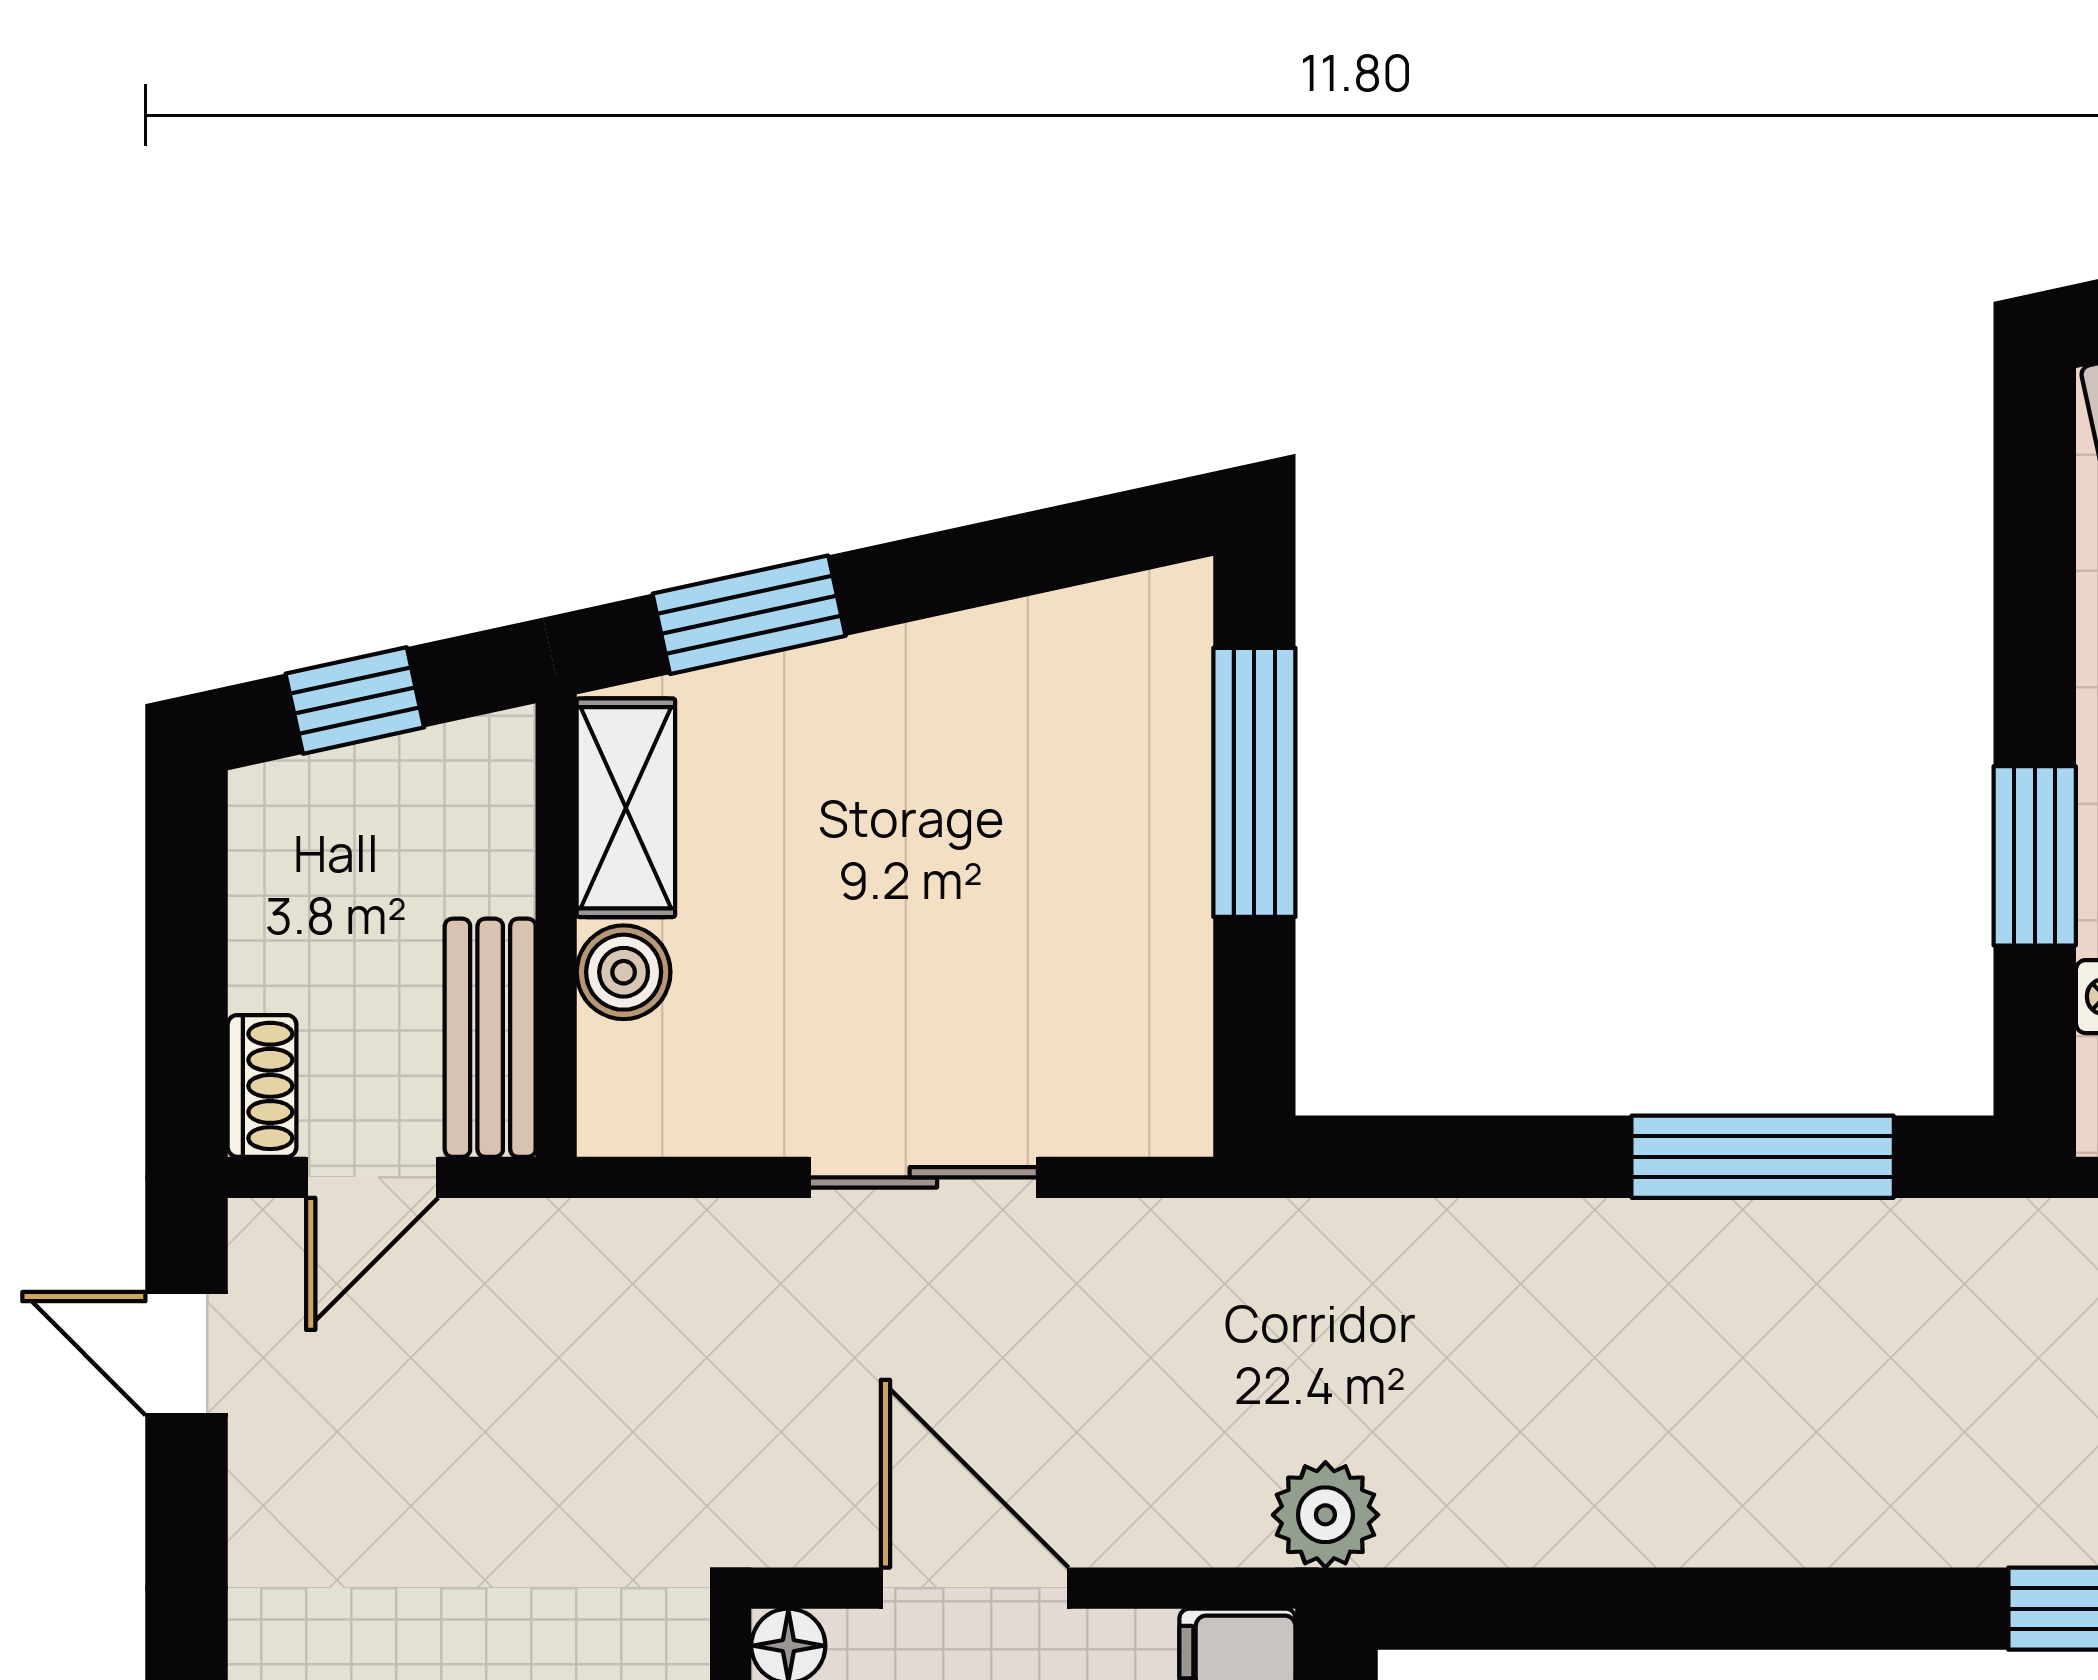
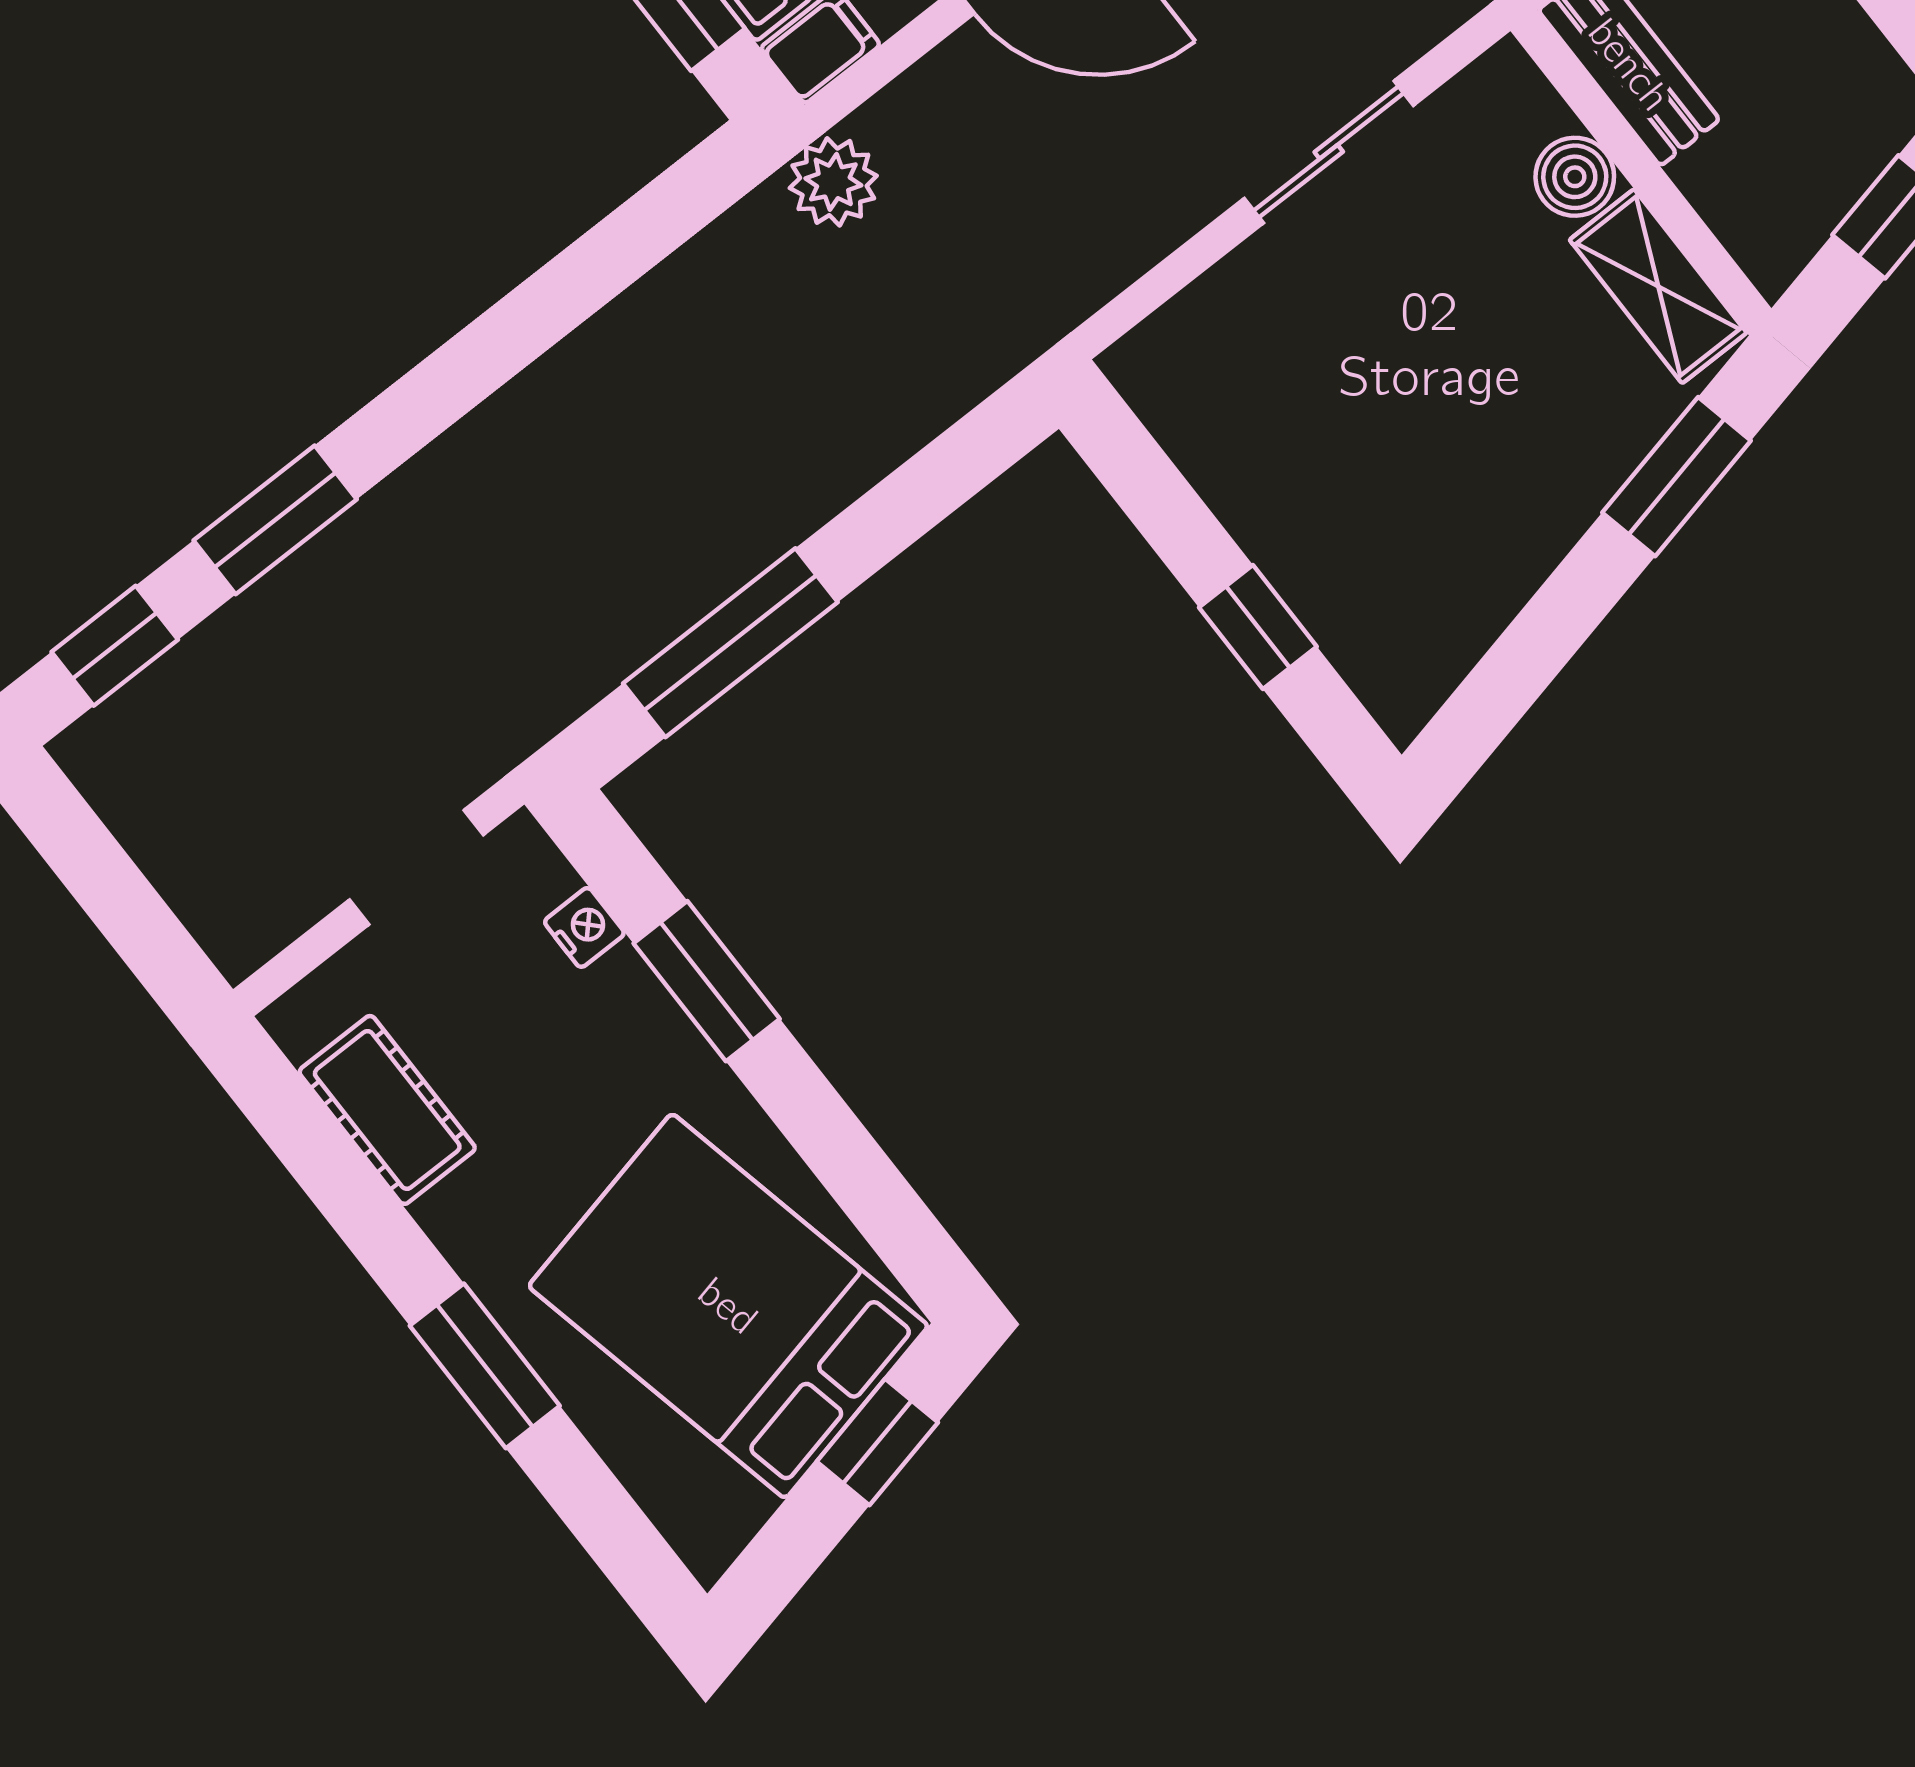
window: (1254, 782) -> (1258, 627), width x0.46
sliding door: (923, 1177) -> (1329, 152), moved

